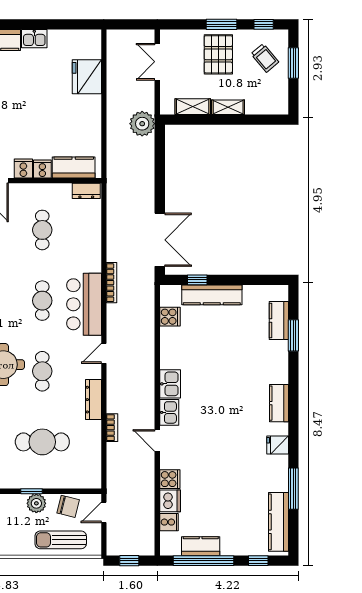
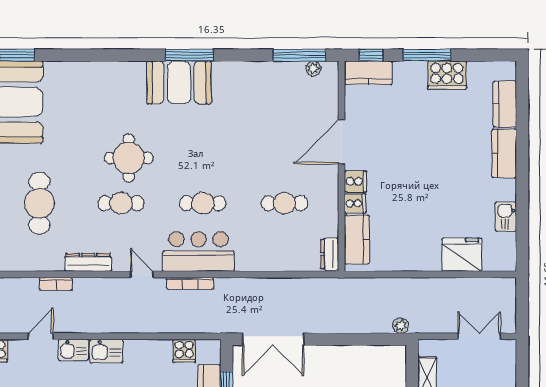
kitchen sink: (34, 39) -> (506, 217), moved
plant: (142, 124) -> (401, 326), width x0.53, depth x0.53
bookcase: (111, 283) -> (190, 283), moved

